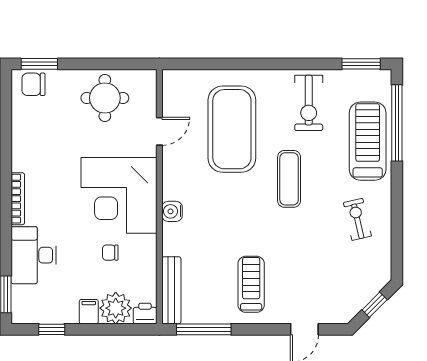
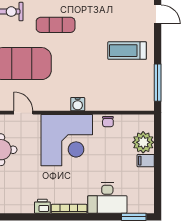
chair: (110, 253) -> (108, 122), moved
bench: (171, 290) -> (131, 105), removed
printer: (145, 314) -> (42, 206), moved, turned 90
window: (52, 329) -> (158, 186), removed

